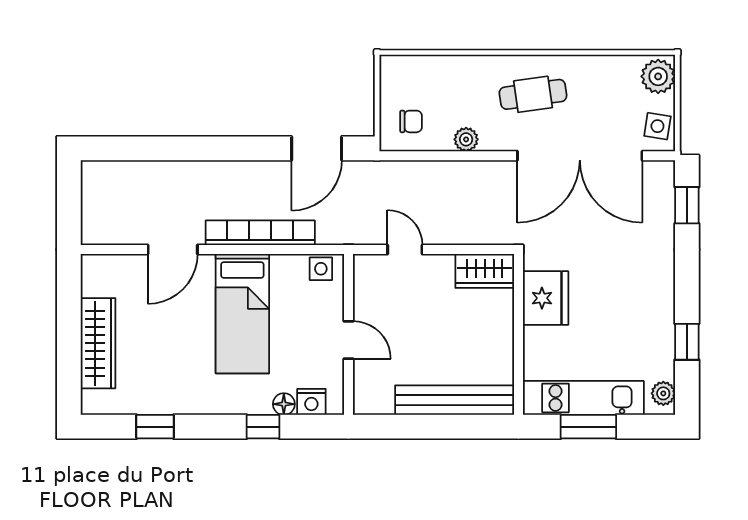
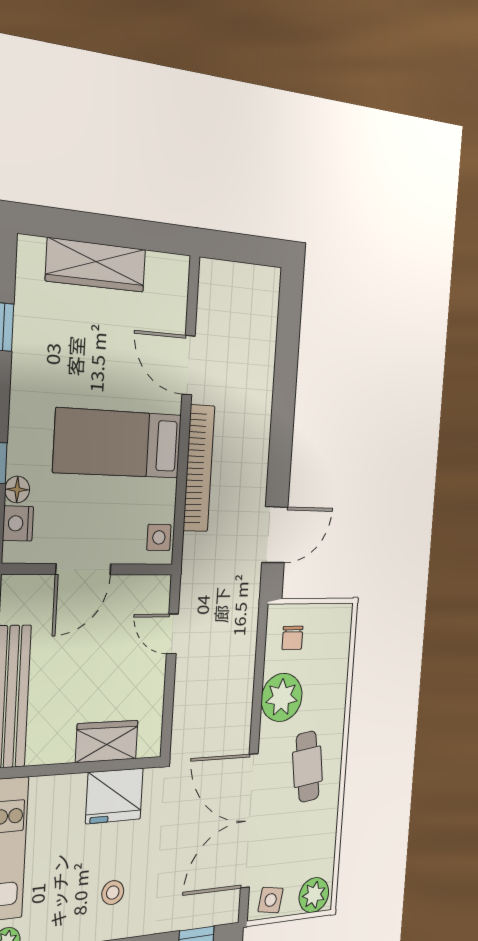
plant: (466, 139) -> (282, 697), width x1.88, depth x1.88
door: (317, 148) -> (275, 535), swing flipped
door: (405, 249) -> (172, 634), swing flipped
wardrobe: (485, 271) -> (107, 741), moved, turned 90
stool: (632, 294) -> (113, 893), added
door: (349, 340) -> (83, 569), width x1.38

